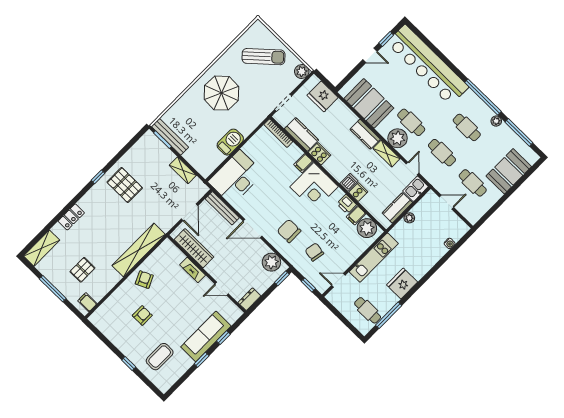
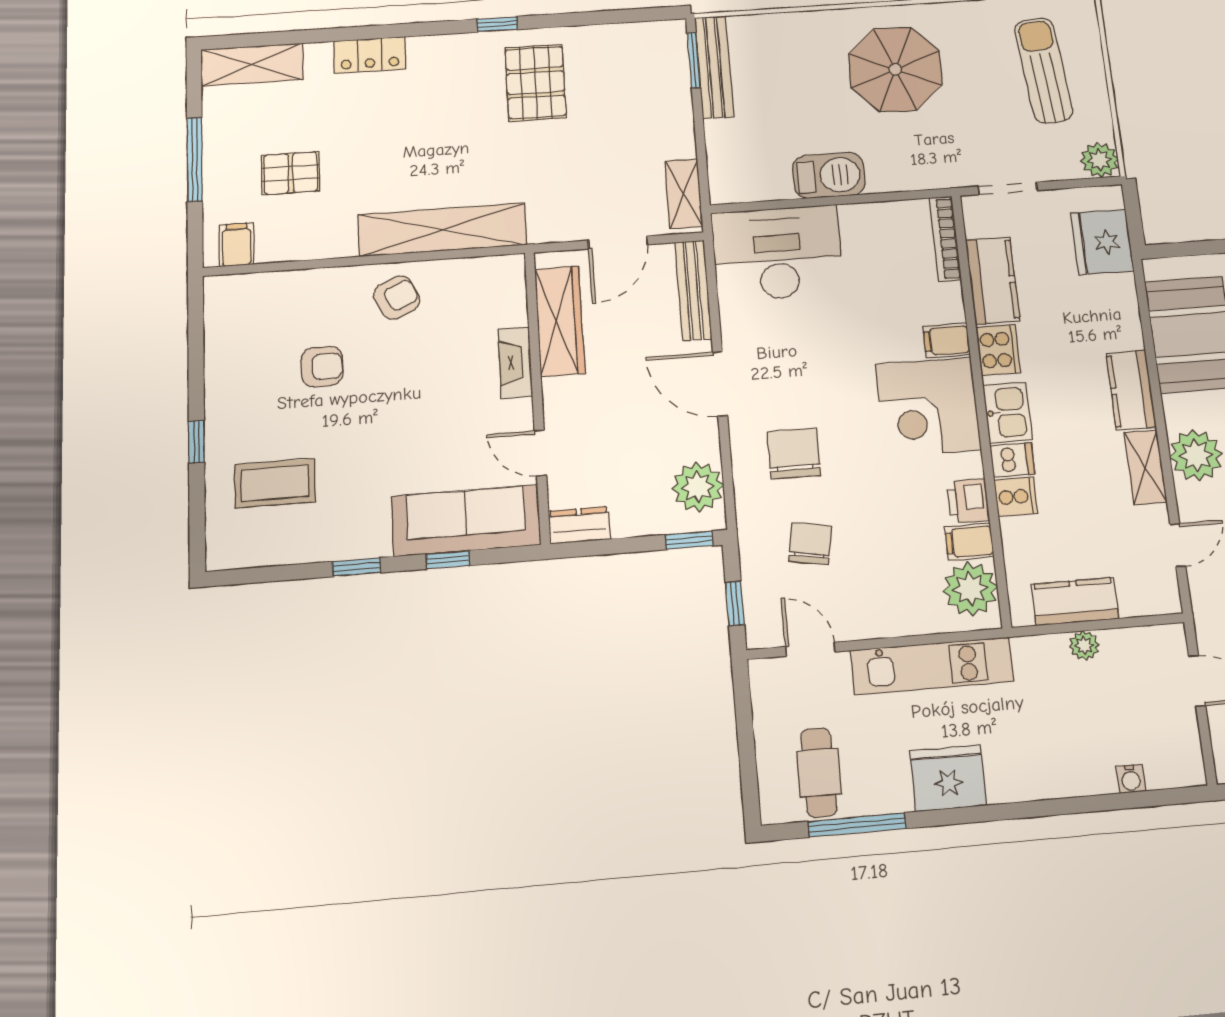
sun lounger: (264, 57) -> (1044, 70), turned -143
shelving: (183, 170) -> (684, 194), moved
kitchen sink: (415, 189) -> (1008, 412), moved, turned 90
sofa: (206, 336) -> (466, 521), moved

